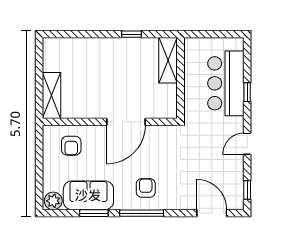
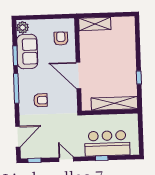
shelving: (168, 60) -> (114, 103), width x1.47
armchair: (71, 146) -> (61, 39), turned 90
armchair: (146, 188) -> (41, 100), moved

